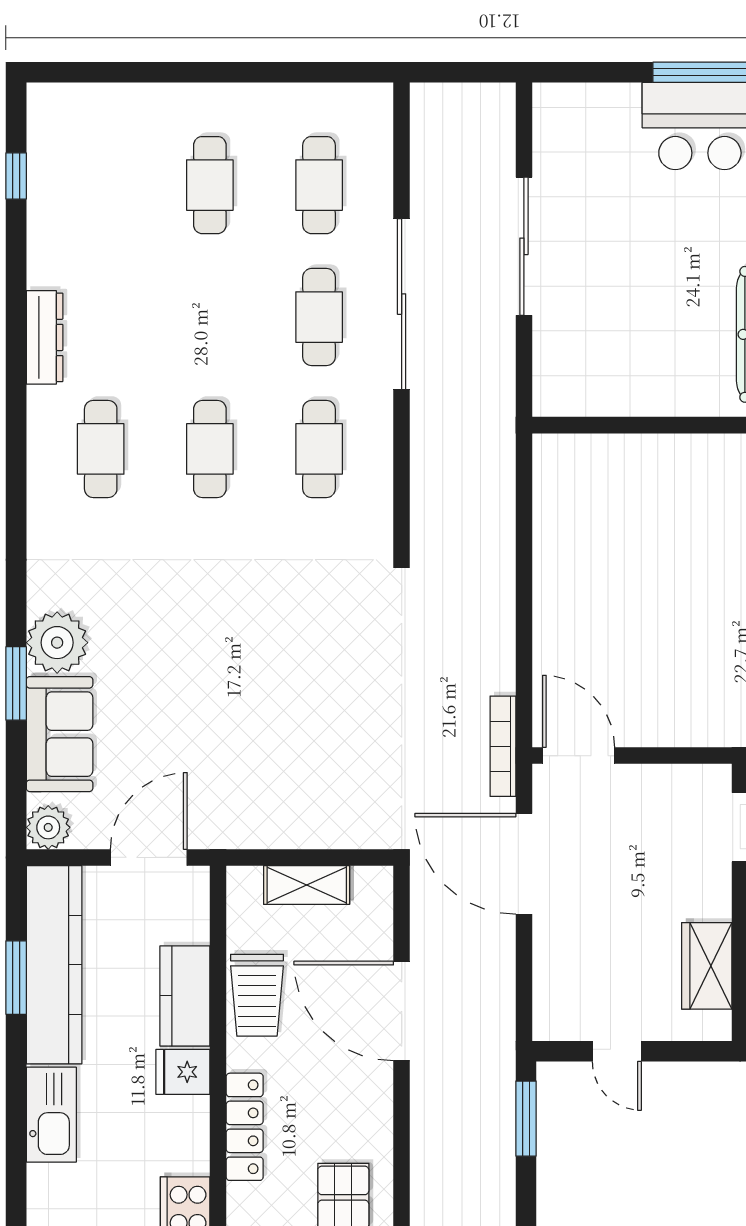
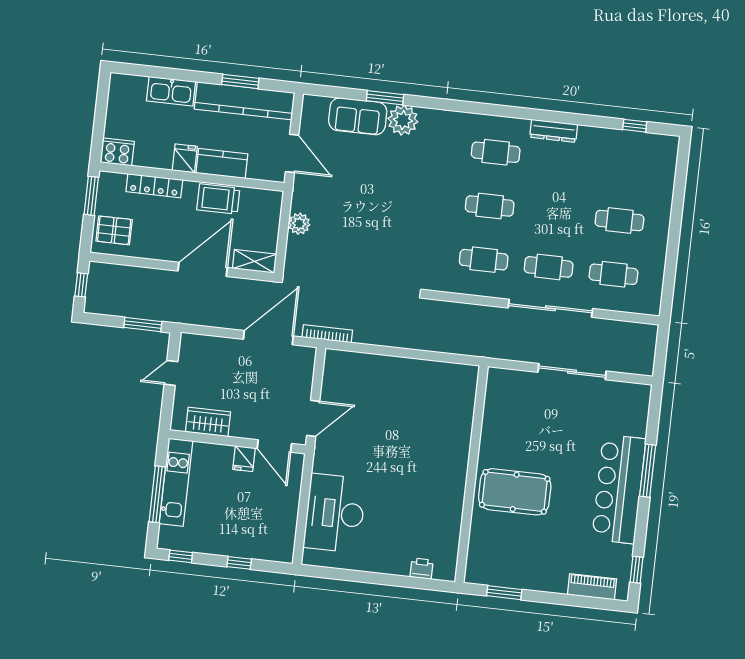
door: (579, 756) -> (313, 418), moved
plant: (48, 827) -> (299, 224), moved
shelving: (307, 885) -> (254, 261), moved, turned 90

